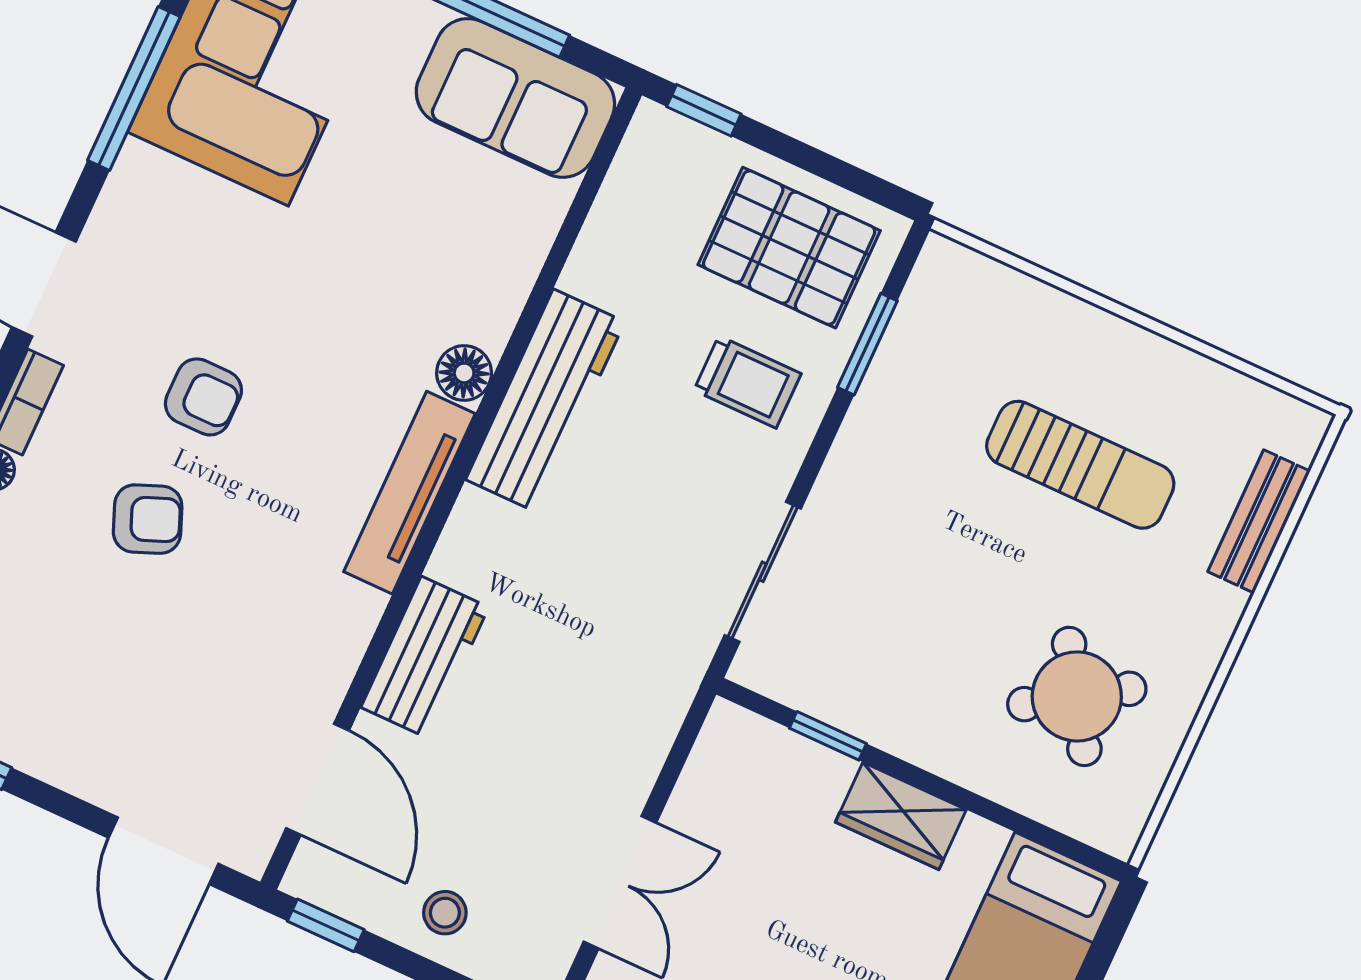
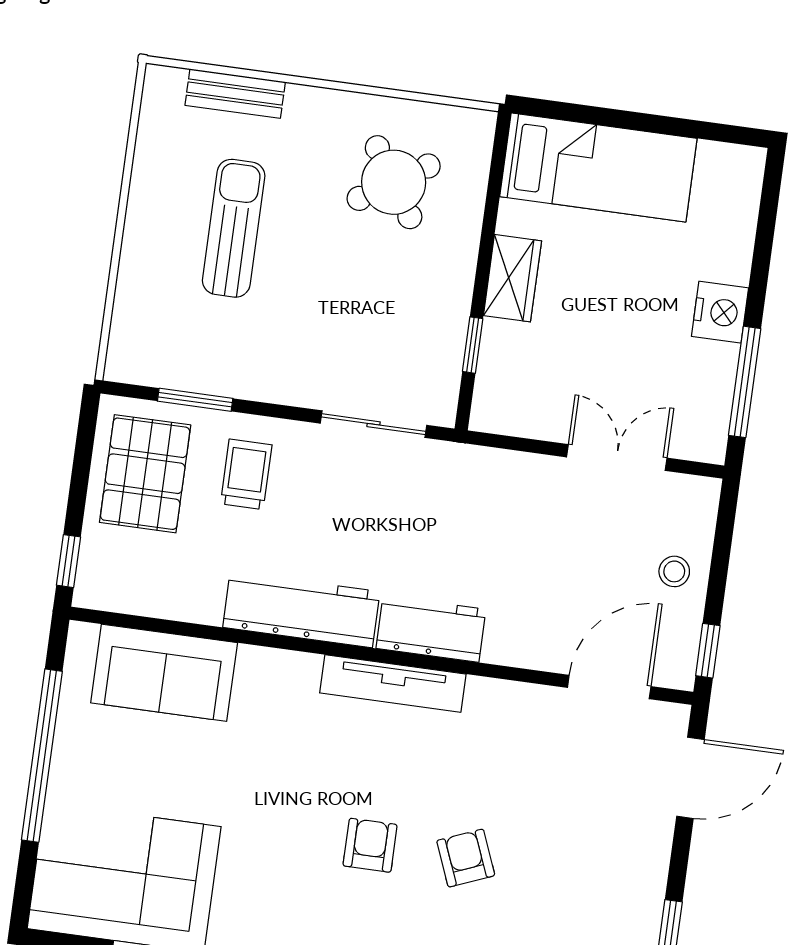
sofa: (515, 98) -> (164, 673), moved, turned 90
floor lamp: (464, 373) -> (299, 671), removed
workbench: (425, 657) -> (431, 629), moved

